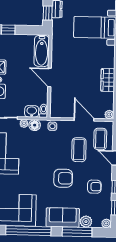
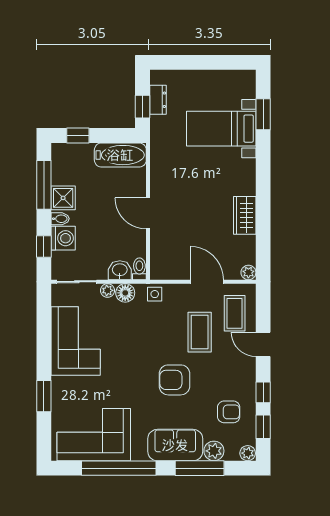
bathtub: (42, 51) -> (120, 155), moved, turned -90
armchair: (63, 178) -> (174, 380), turned 180
armchair: (94, 187) -> (229, 412), moved

